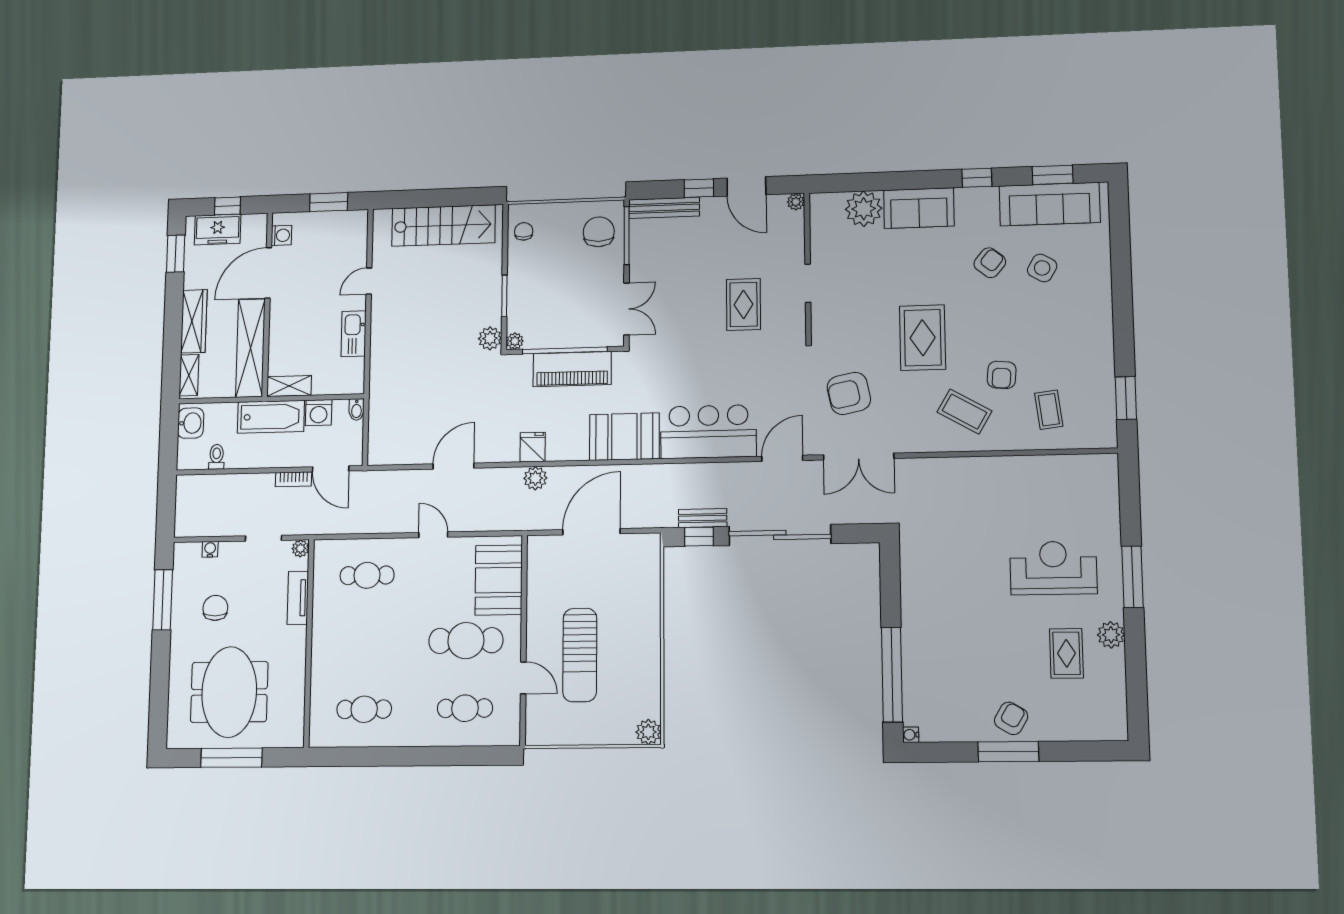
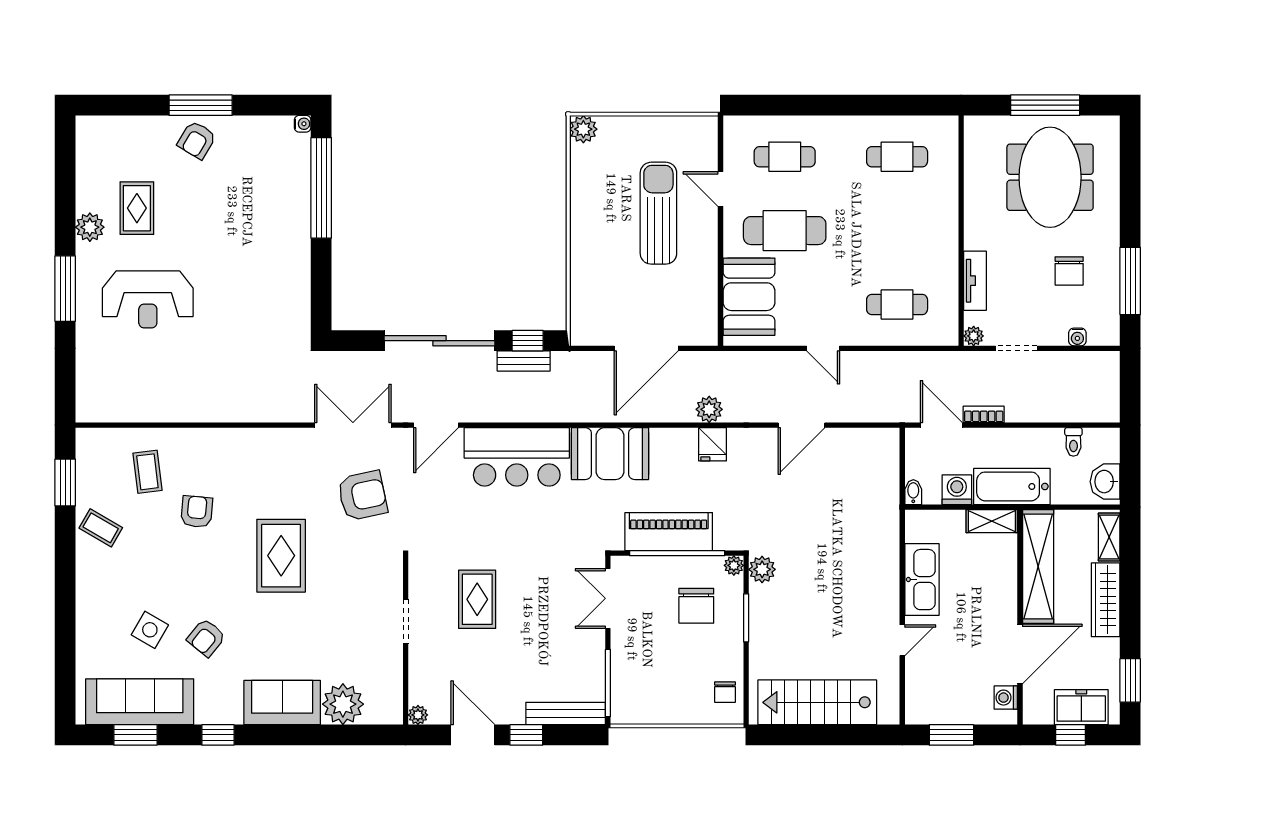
chair: (599, 232) -> (696, 606), moved
kitchen sink: (354, 334) -> (922, 580), width x1.36, depth x1.24
coffee table: (964, 412) -> (101, 528), moved, width x0.73, depth x0.77

